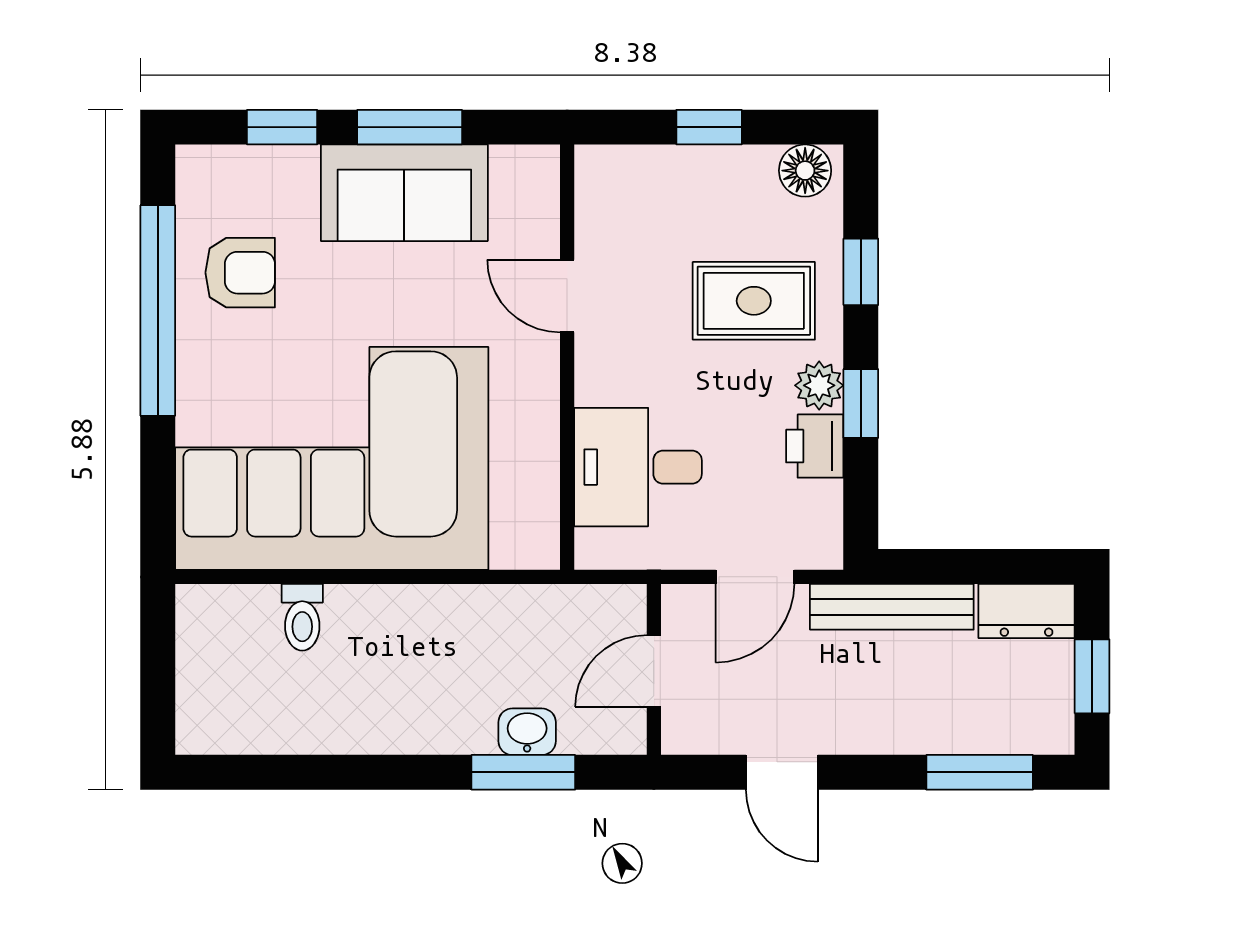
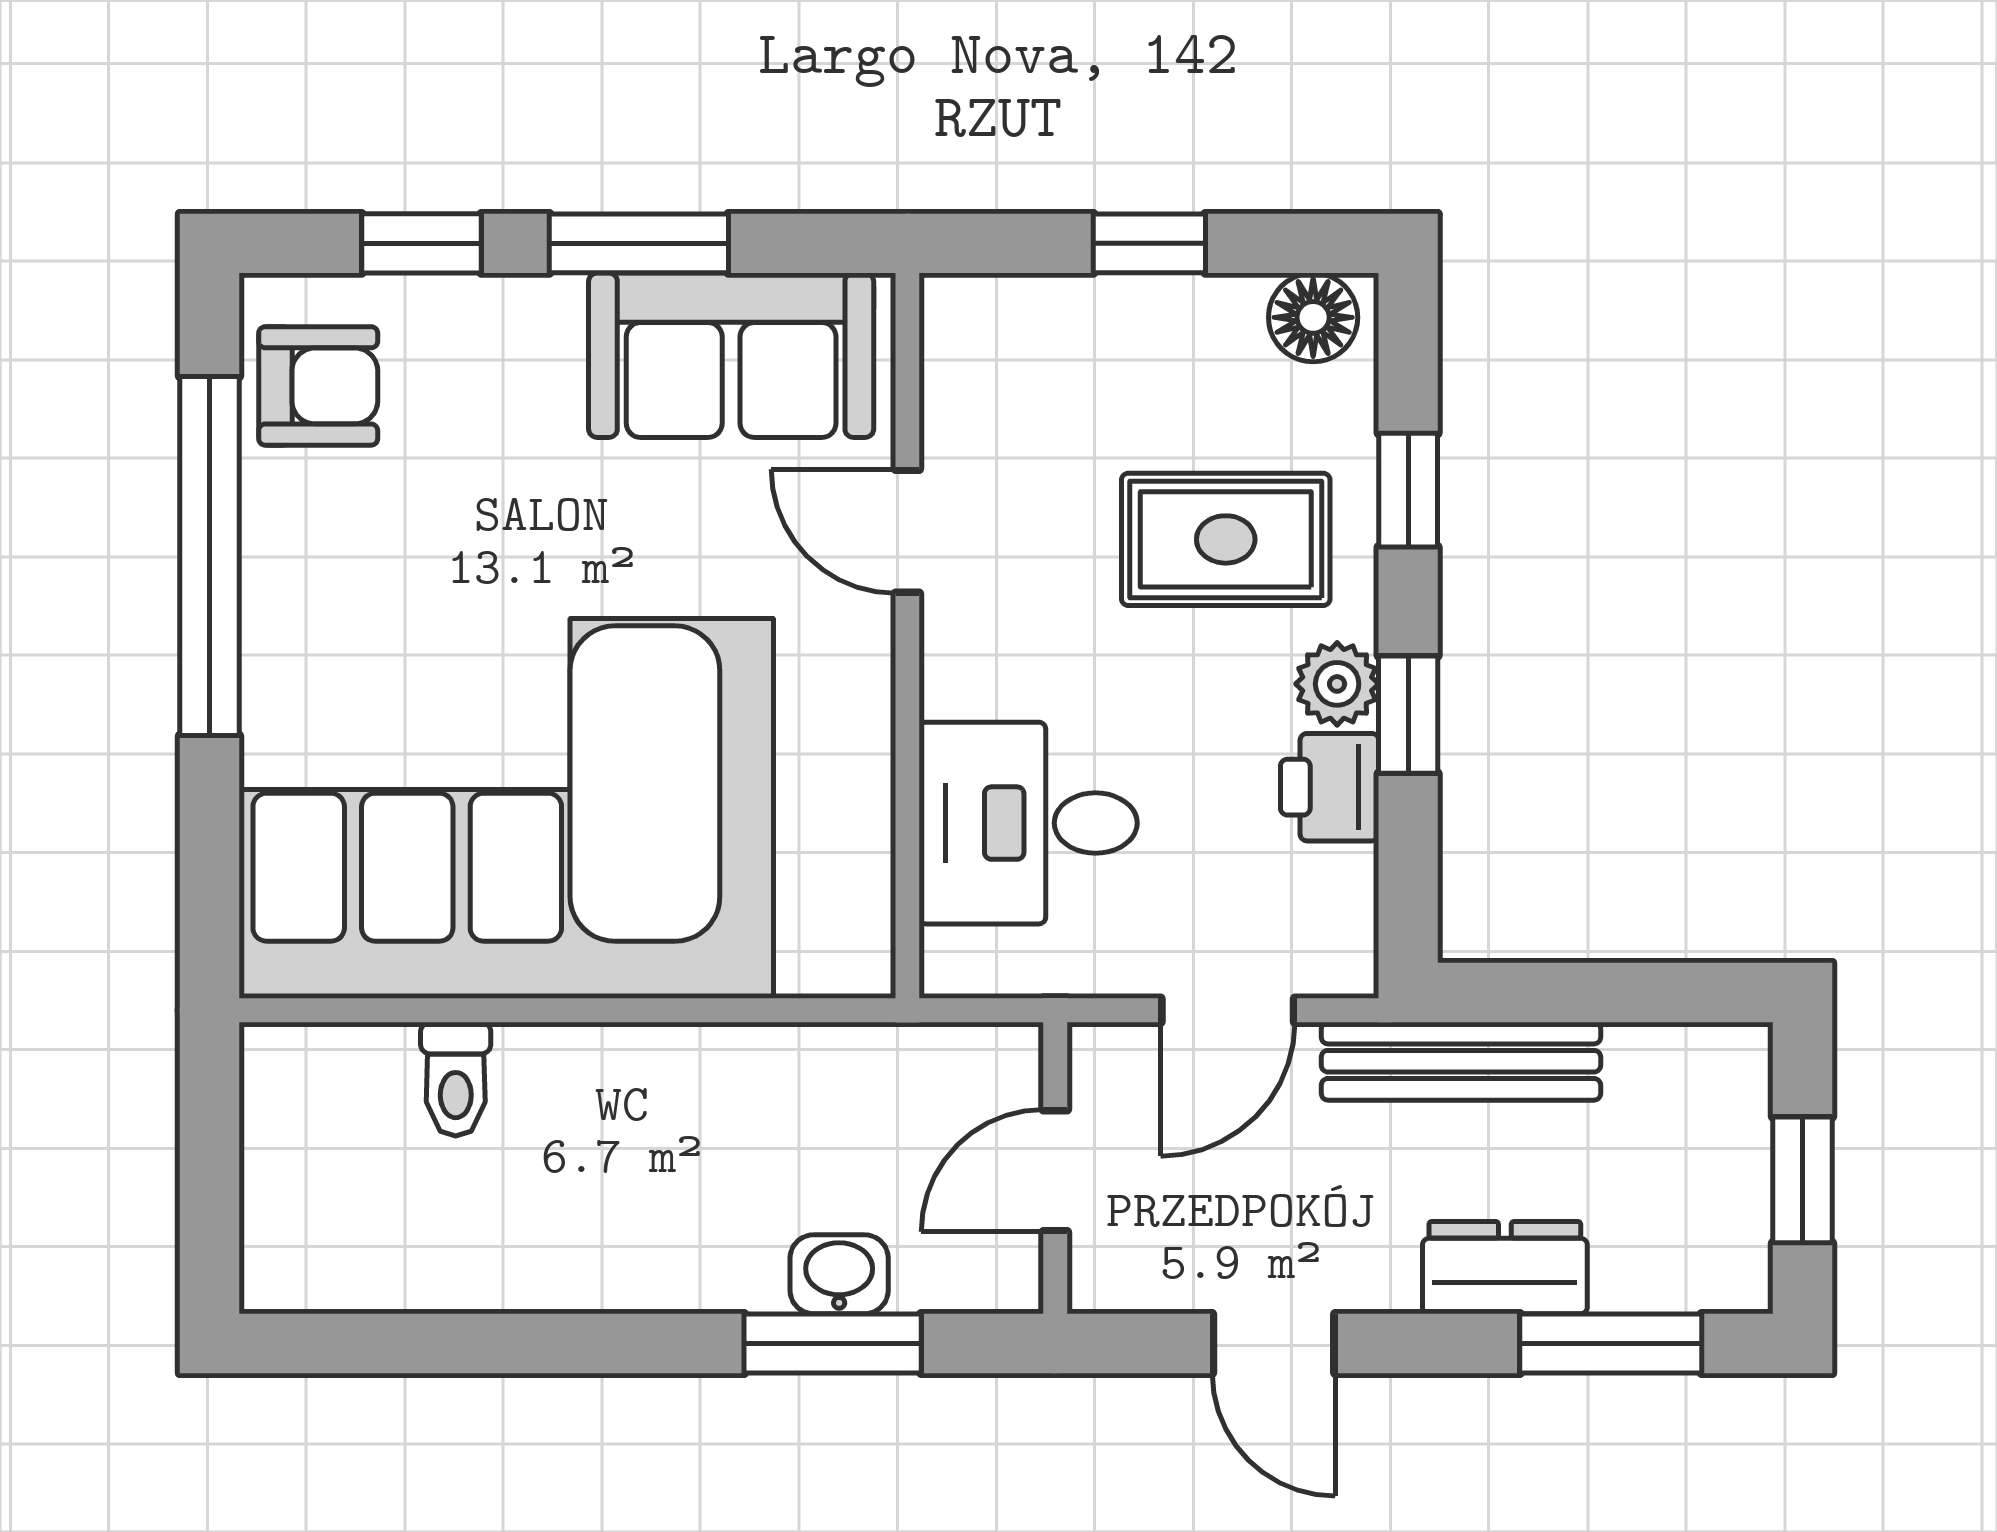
sofa: (404, 193) -> (731, 355), moved
armchair: (240, 273) -> (318, 386), moved
dresser: (1026, 611) -> (1505, 1268), moved, turned 180

